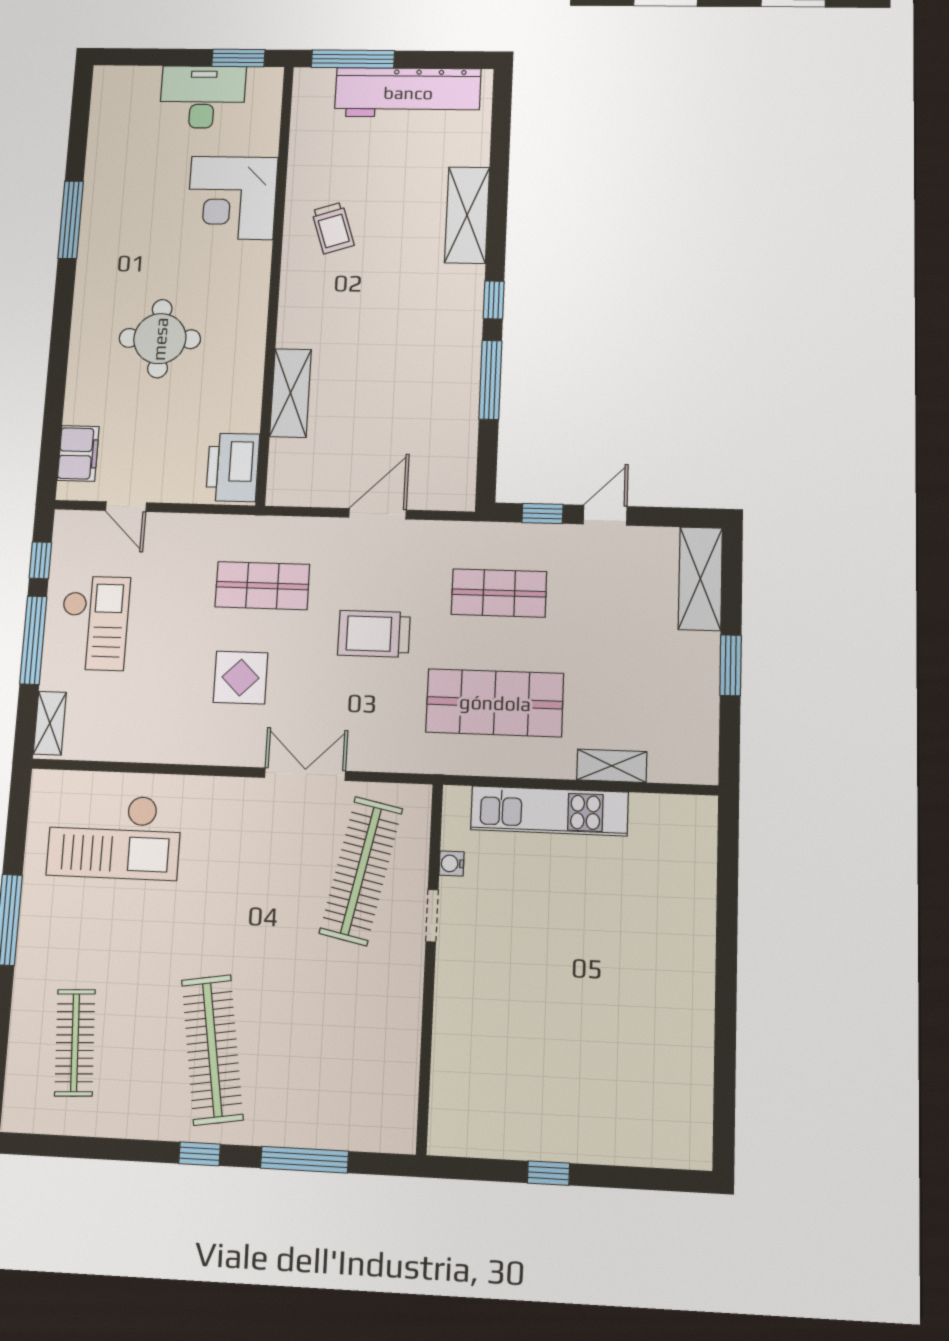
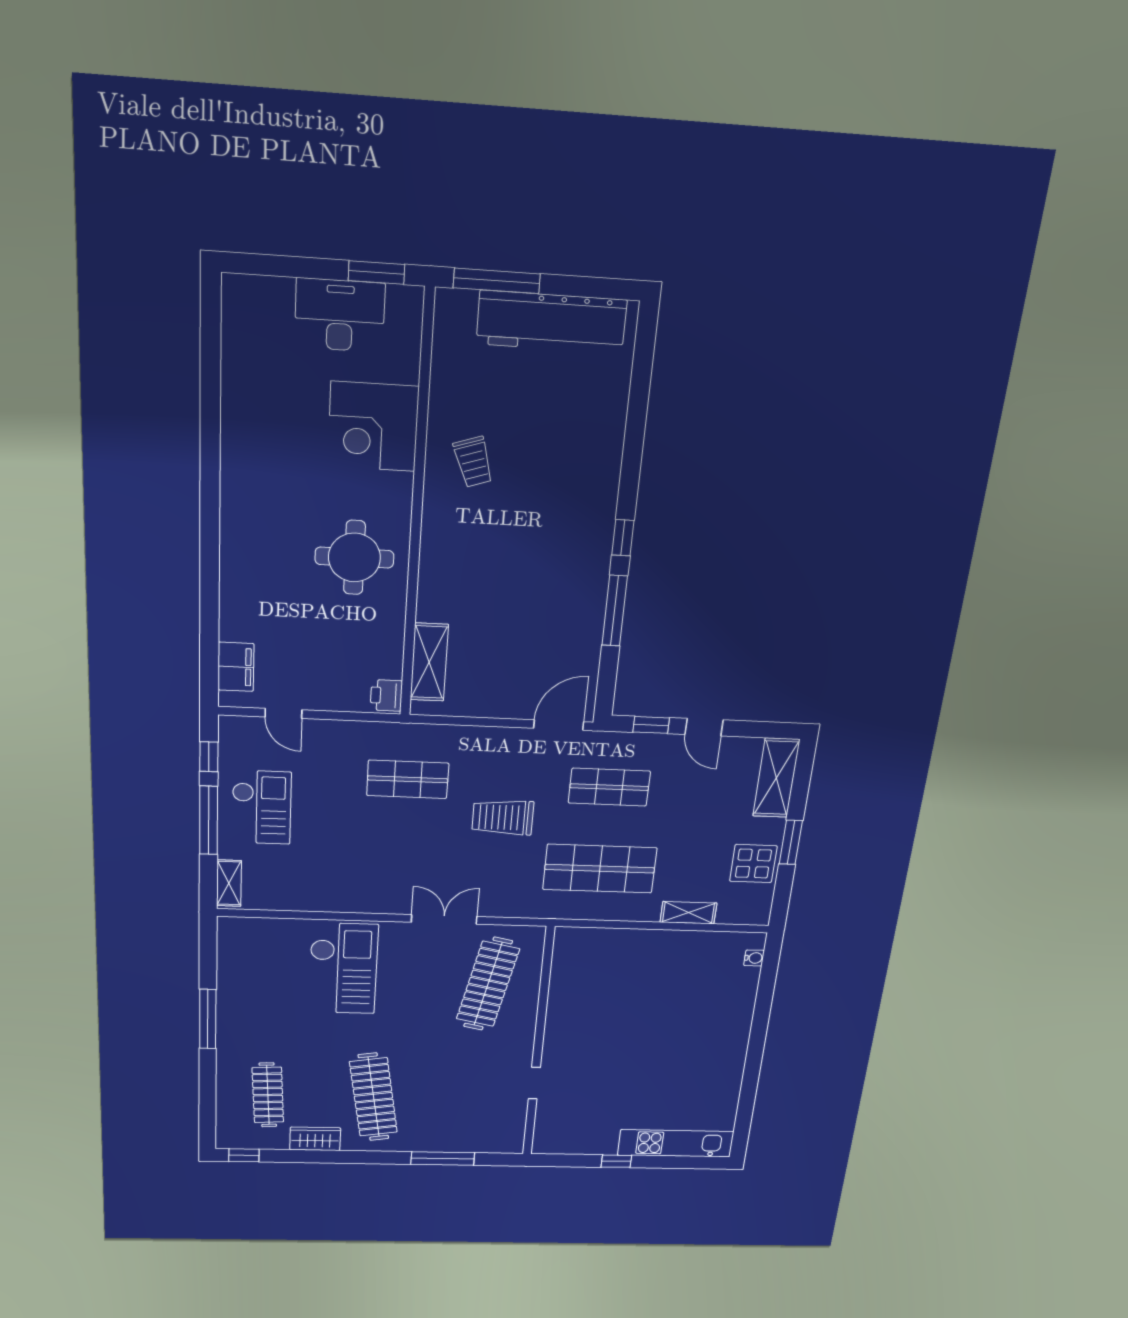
shelving: (467, 215) -> (603, 454), removed
window: (71, 220) -> (210, 442), removed
round table: (160, 339) -> (354, 558), moved
shelving: (291, 393) -> (429, 662), moved
printer: (233, 467) -> (386, 695), width x0.53, depth x0.68
door: (377, 514) -> (559, 725), moved
door: (605, 515) -> (704, 727), swing flipped
display table: (240, 678) -> (753, 864), moved
kitchen unit: (549, 811) -> (676, 1143), moved, turned 180
checkout: (114, 837) -> (343, 968), moved, turned -90
water cooler: (451, 863) -> (754, 958), moved, turned 180
doorway: (432, 916) -> (534, 1083), moved
wardrobe: (133, 1119) -> (315, 1139), added
window: (200, 1154) -> (244, 1155), moved

